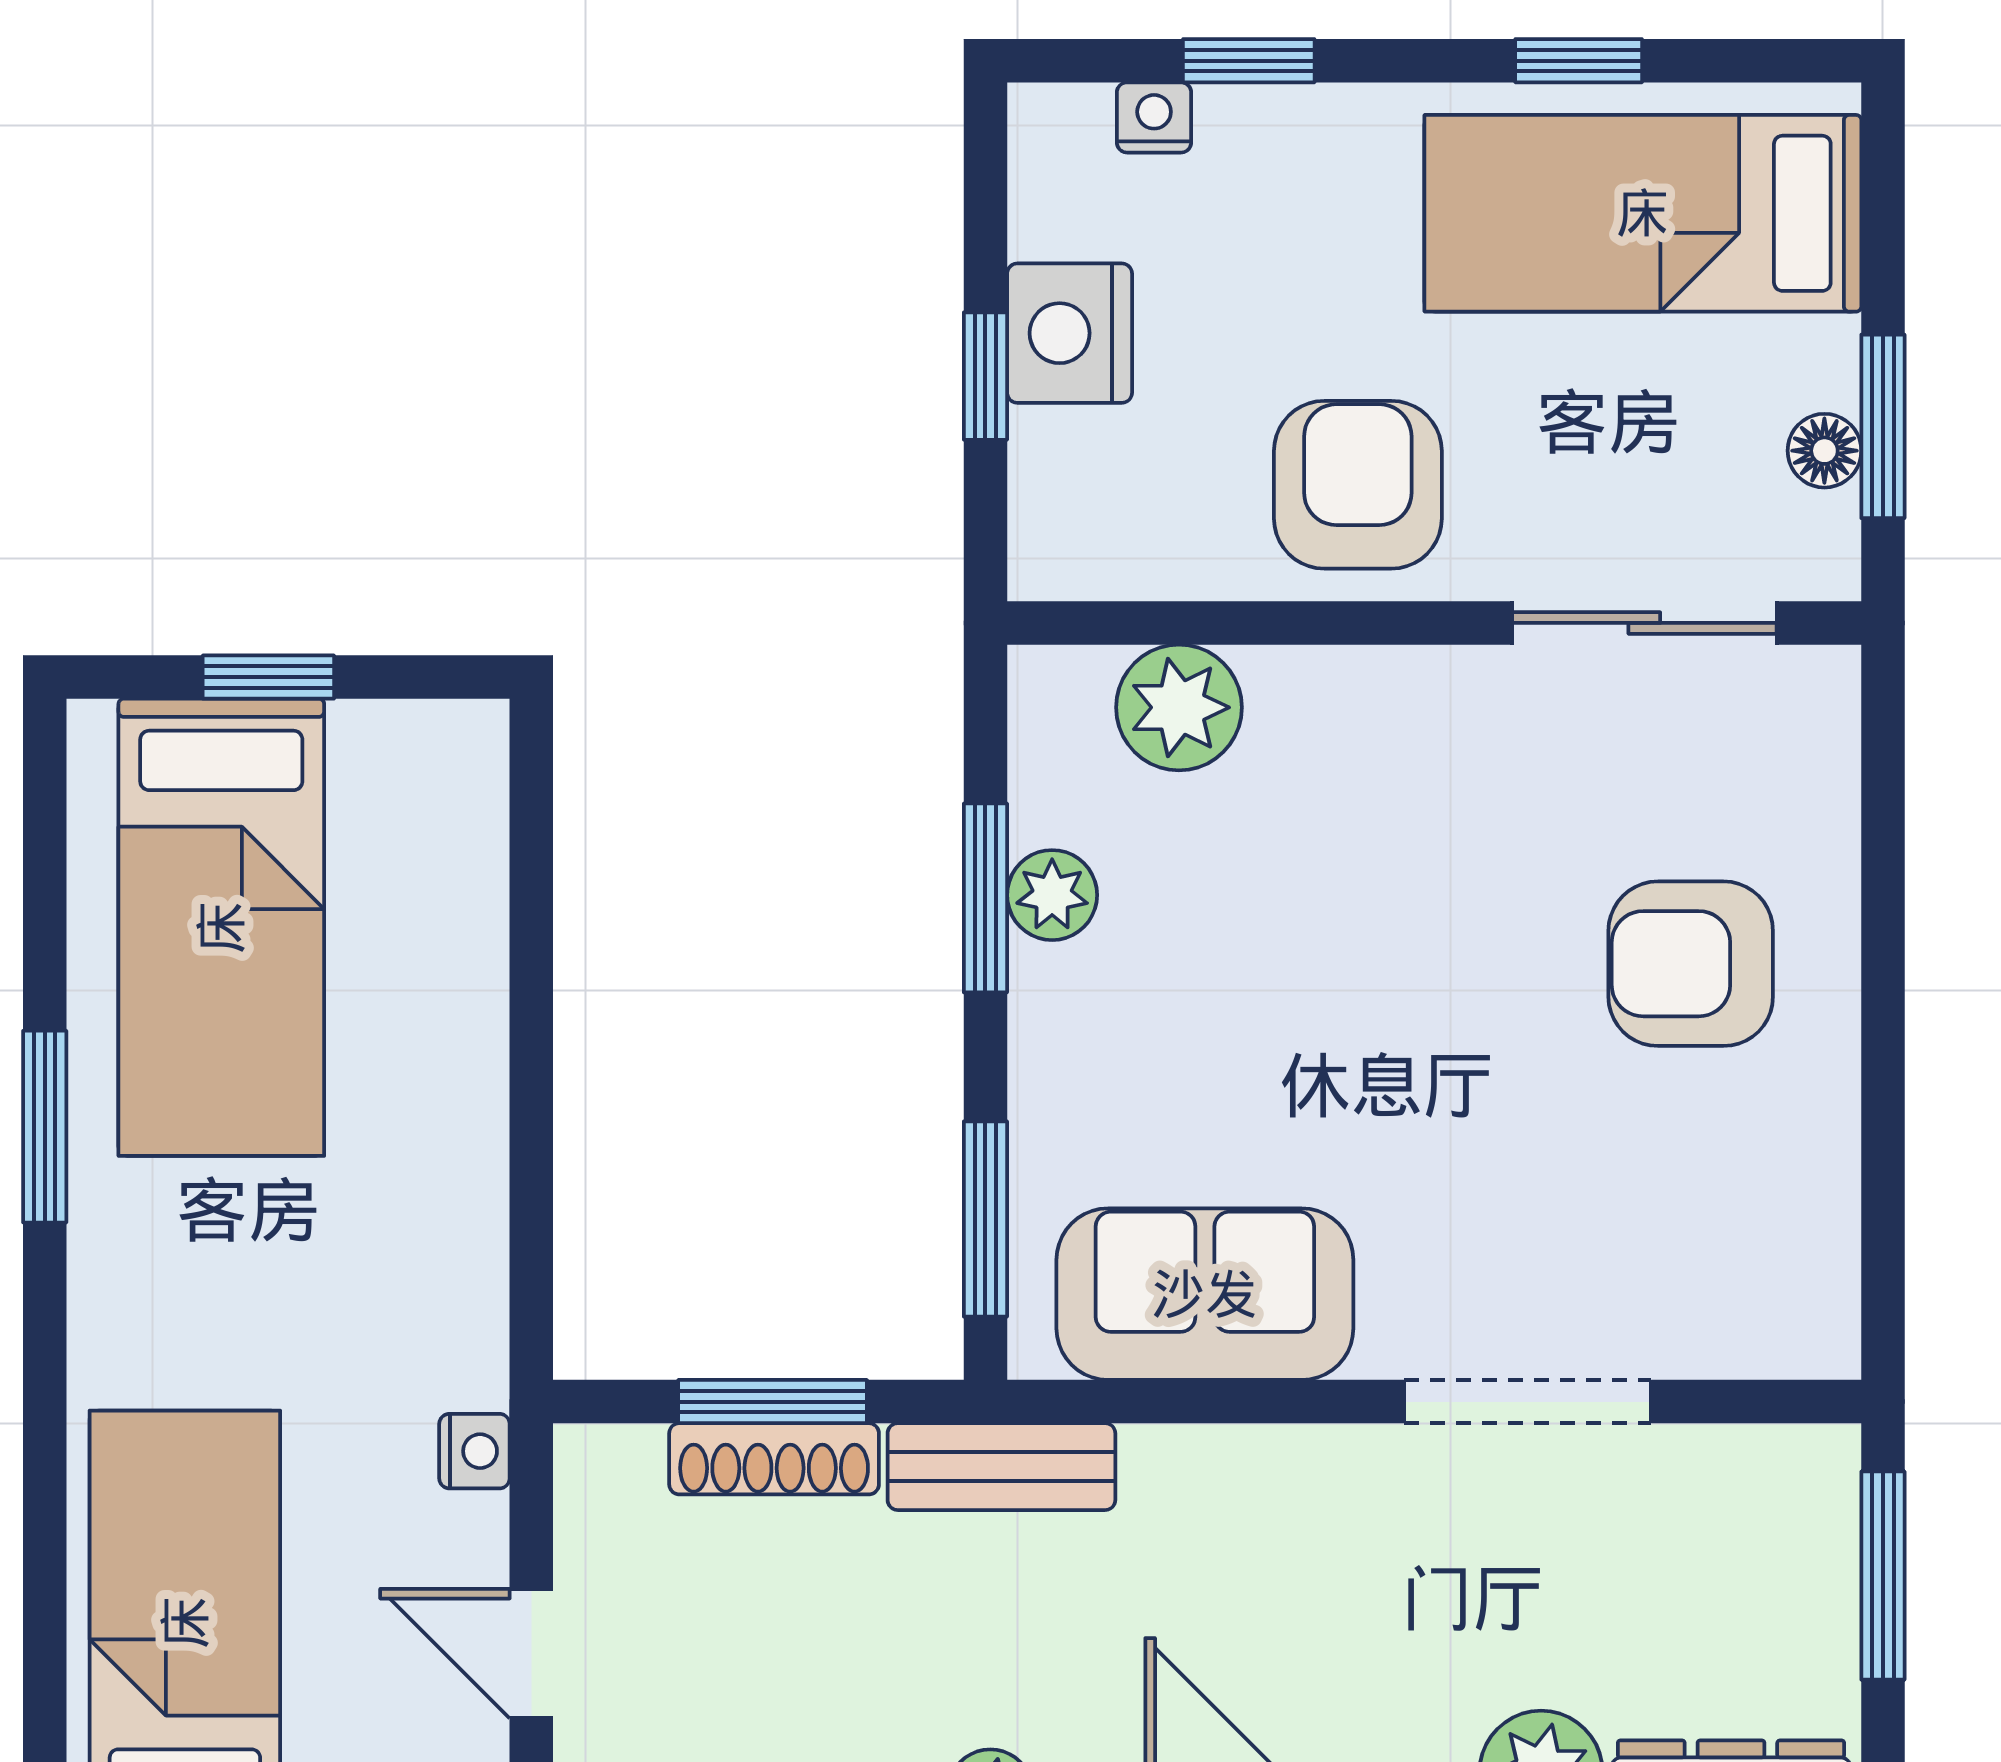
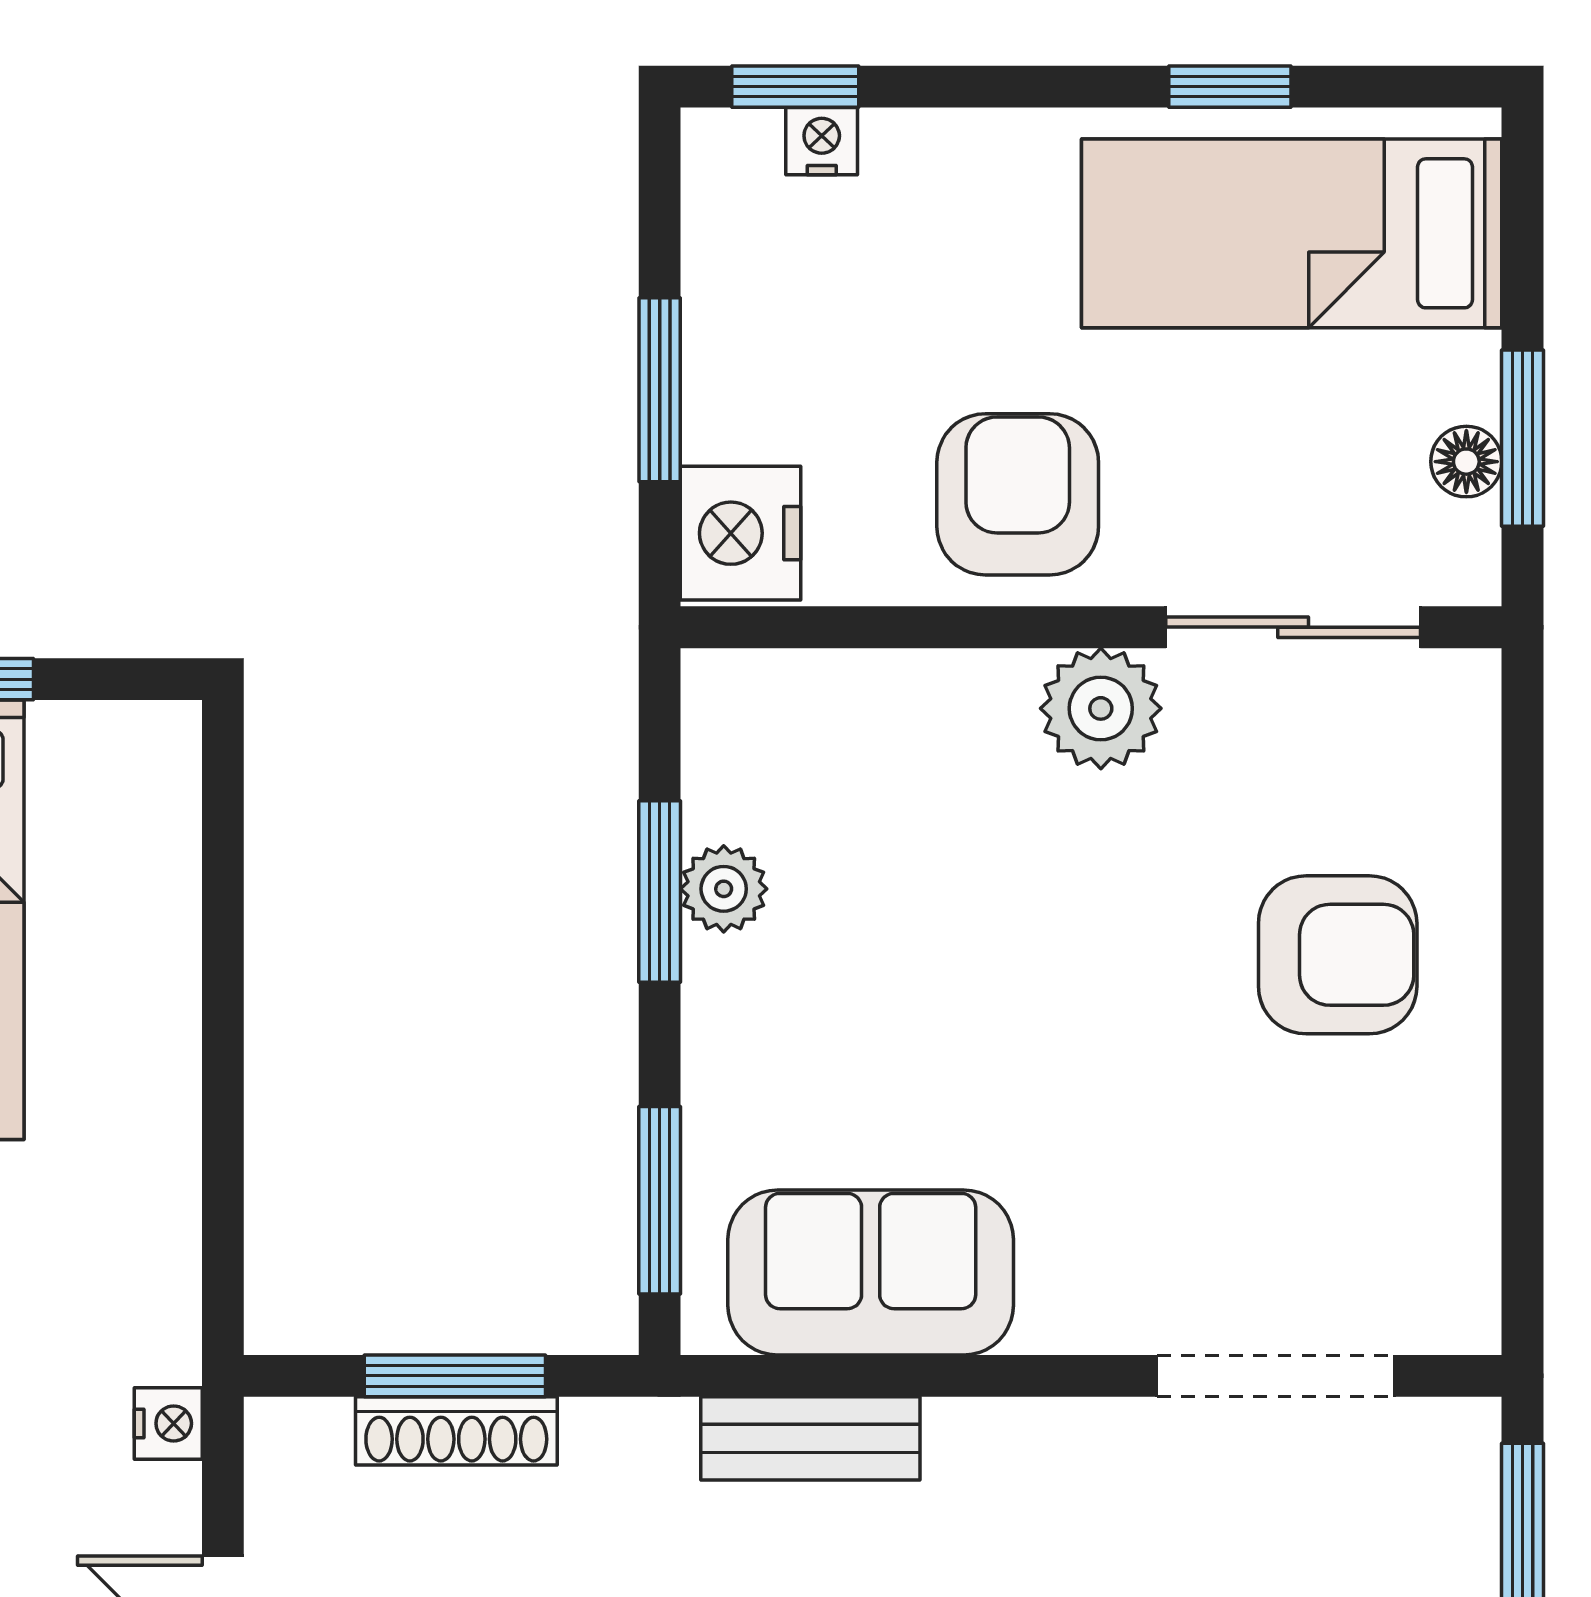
window: (1249, 61) -> (795, 87), moved
nightstand: (1070, 333) -> (740, 533), moved
window: (985, 376) -> (660, 390), width x1.50
plant: (1179, 707) -> (1101, 708), moved
armchair: (1691, 964) -> (1338, 955), turned 180
doorway: (1528, 1402) -> (1276, 1376), moved
bench: (1001, 1467) -> (810, 1438), moved

